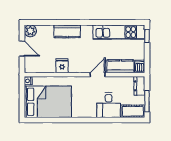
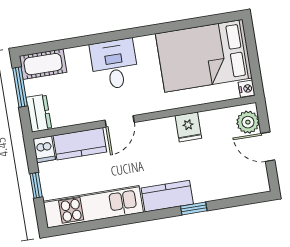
window: (66, 22) -> (194, 208), added
plant: (30, 31) -> (248, 122), moved
kitchen counter: (67, 31) -> (167, 196), moved
window: (147, 36) -> (36, 185), moved
desk: (109, 105) -> (114, 64), moved

